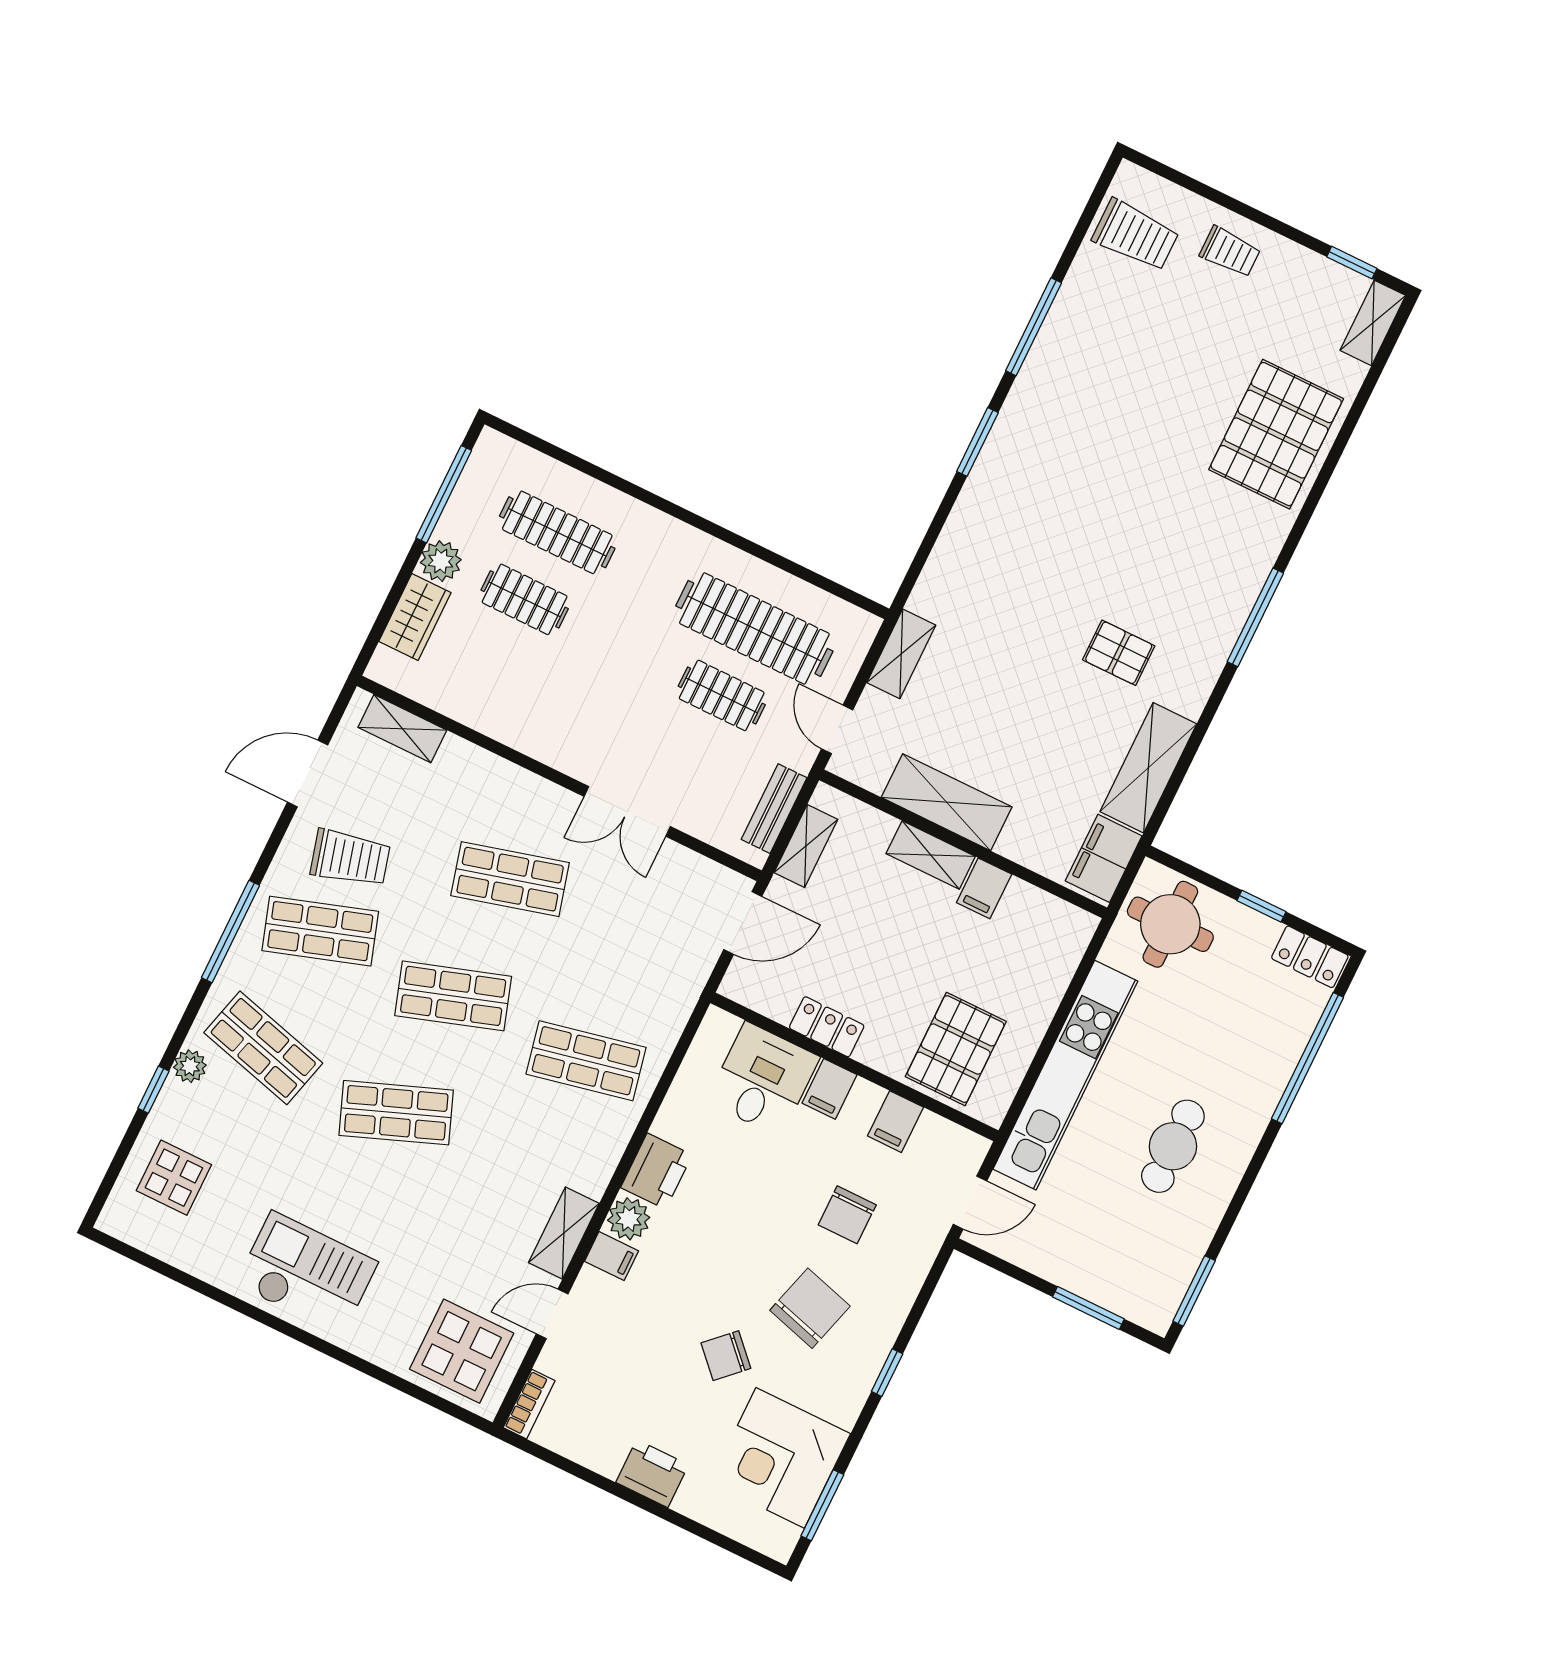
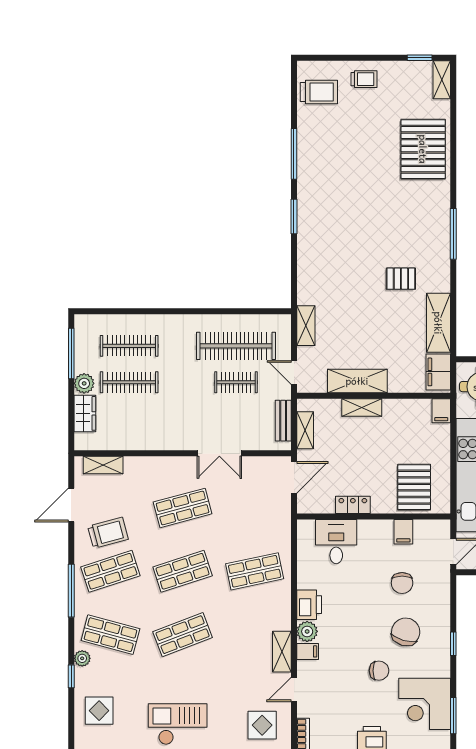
clothes rail: (525, 599) -> (129, 382), width x1.36
filing cabinet: (984, 888) -> (441, 411), moved
filing cabinet: (829, 1089) -> (367, 532), removed
display table: (462, 1351) -> (262, 725), width x0.73, depth x0.73
chair: (726, 1356) -> (379, 671), turned -136

